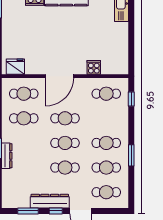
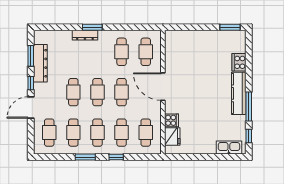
fridge: (15, 67) -> (172, 137), moved
window: (131, 99) -> (116, 157), moved
cafe table: (106, 118) -> (122, 133), added
dresser: (50, 201) -> (40, 63), moved

